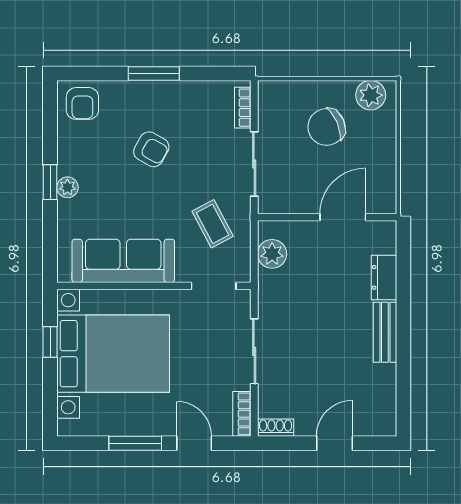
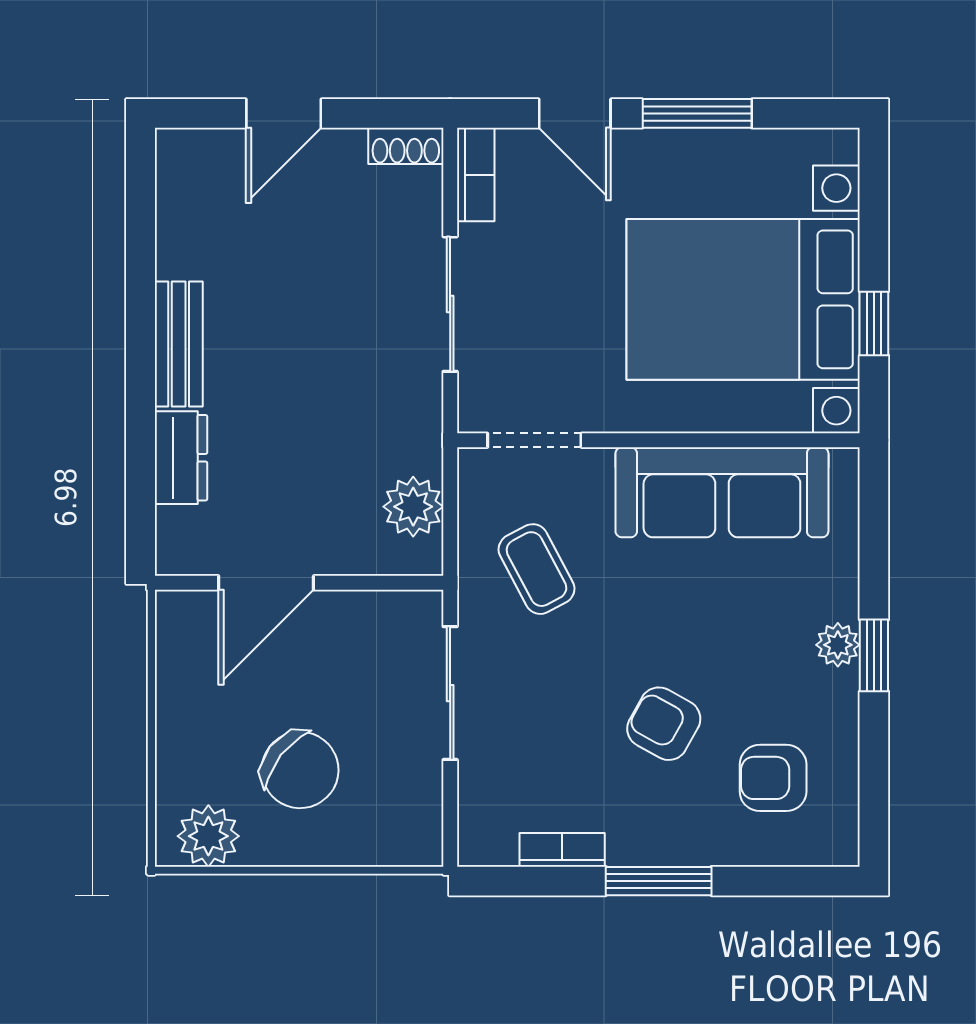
armchair: (82, 103) -> (773, 778), moved, turned -90
bookcase: (243, 108) -> (562, 850), moved, turned -90
chair: (327, 127) -> (300, 770), turned 61

